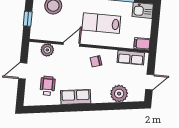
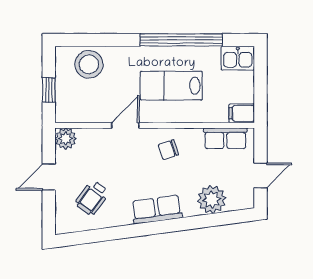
plant: (47, 50) -> (66, 139), moved
wheelchair: (48, 86) -> (92, 198), turned -144
row of seats: (76, 97) -> (157, 210), moved

